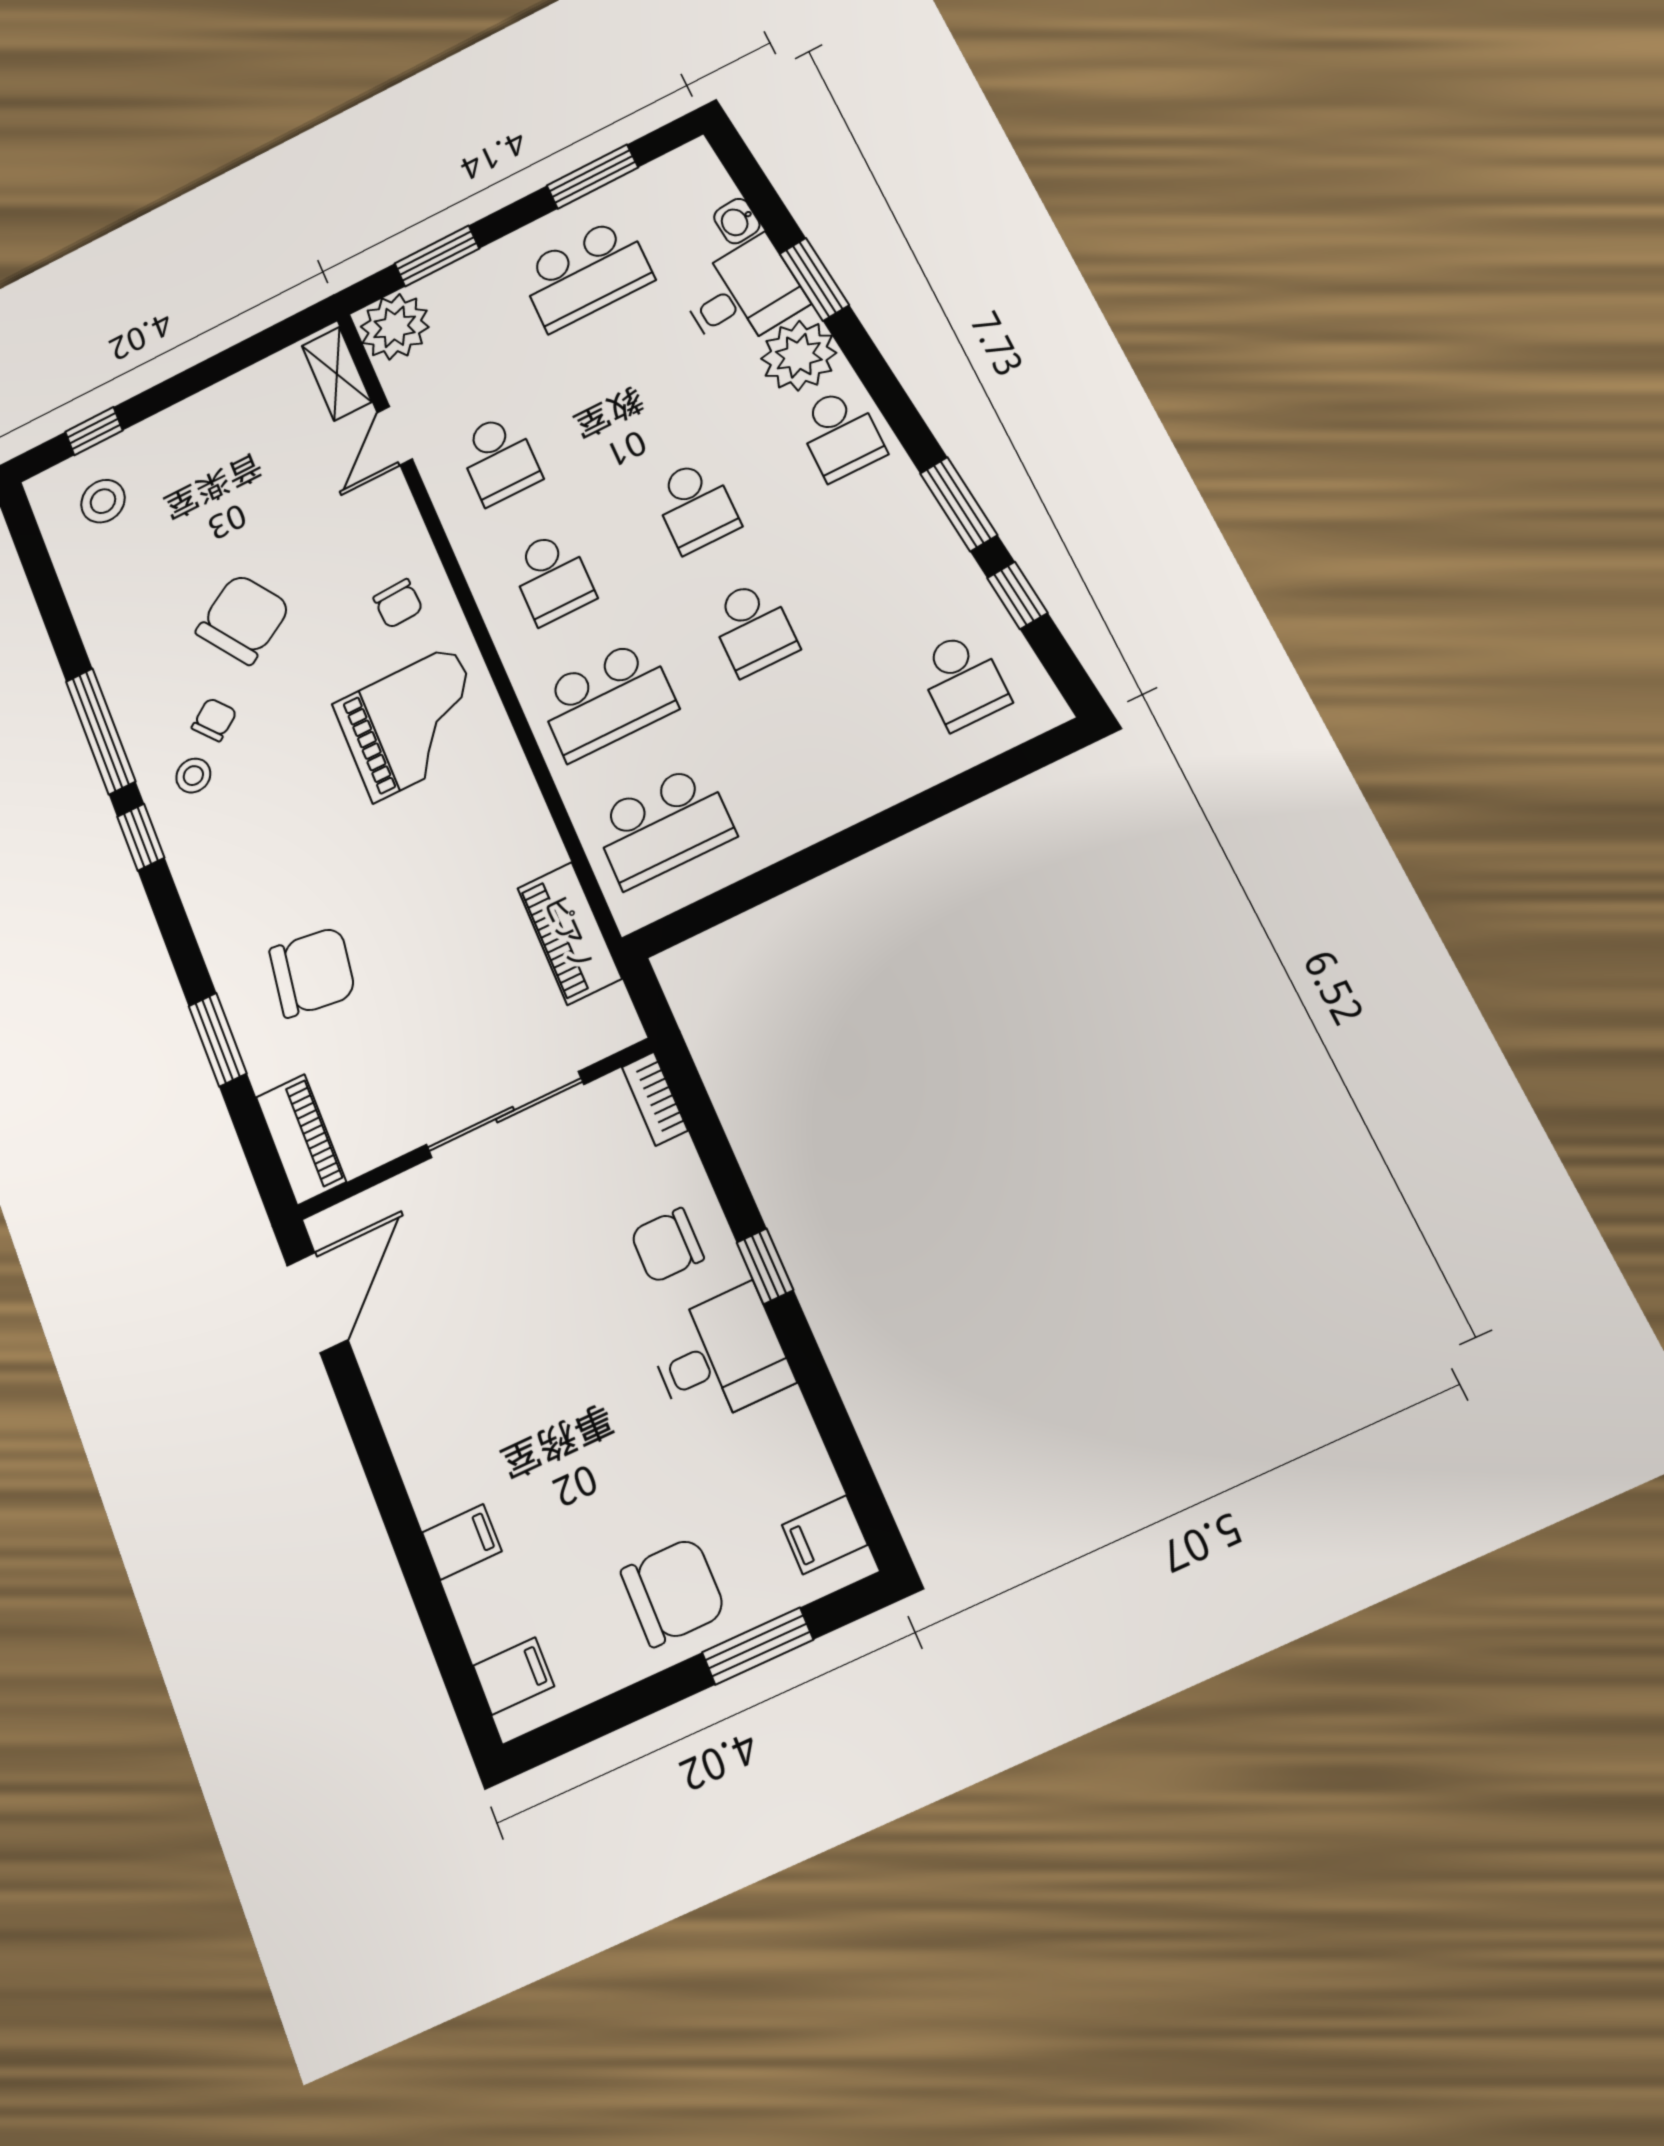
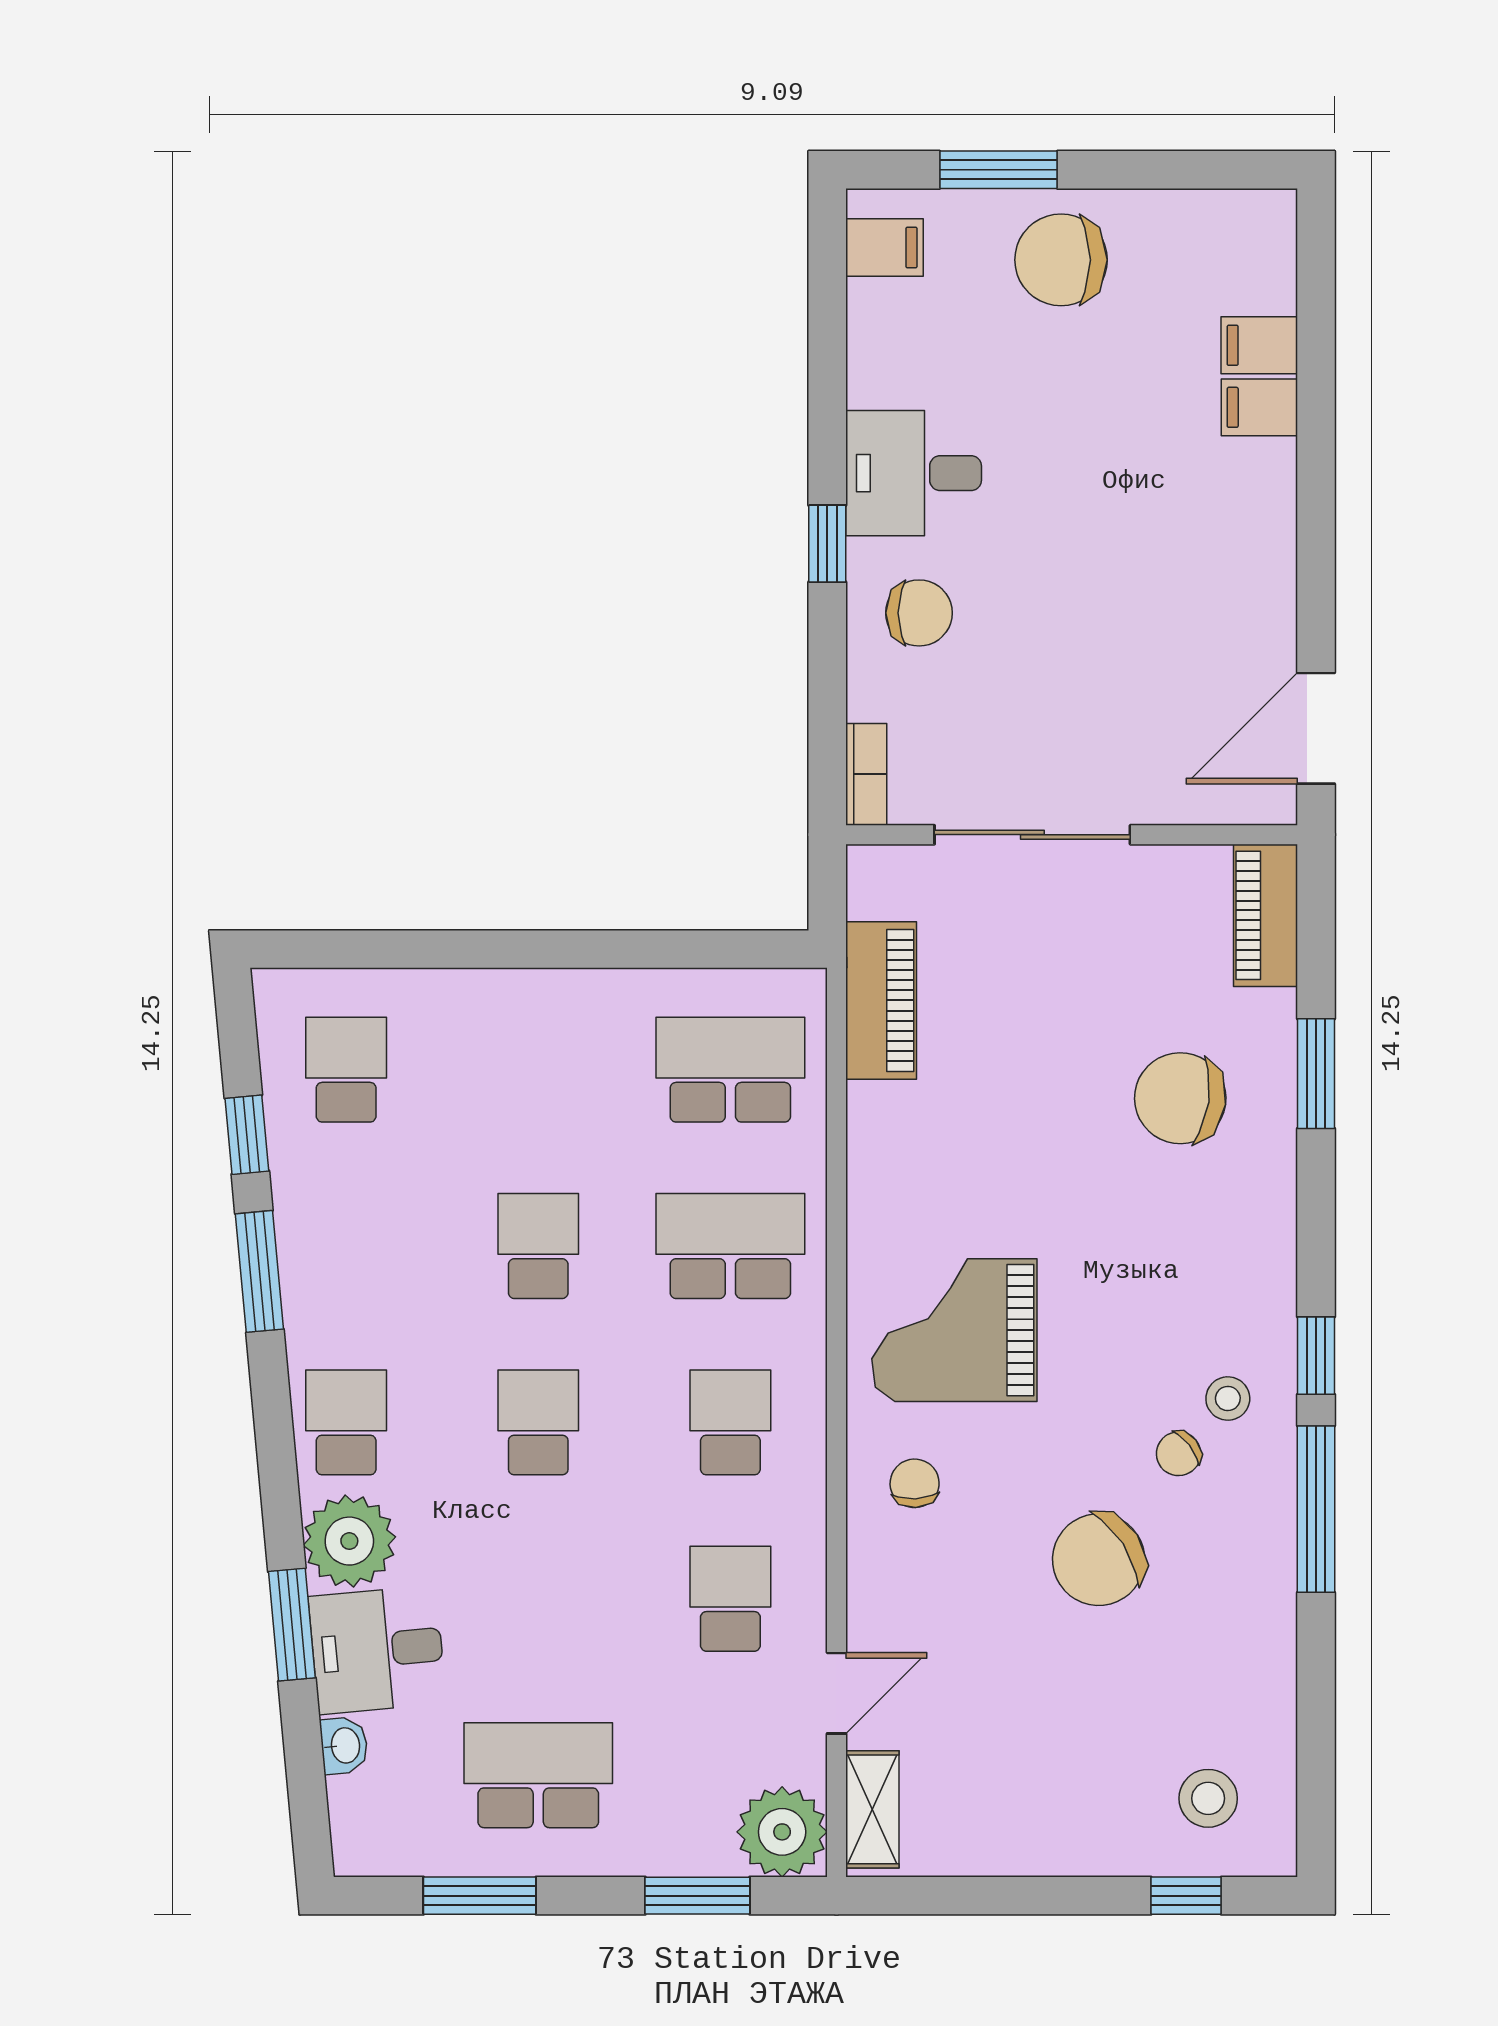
filing cabinet: (514, 1676) -> (1259, 345), moved

